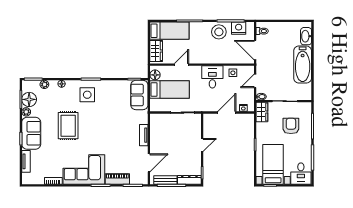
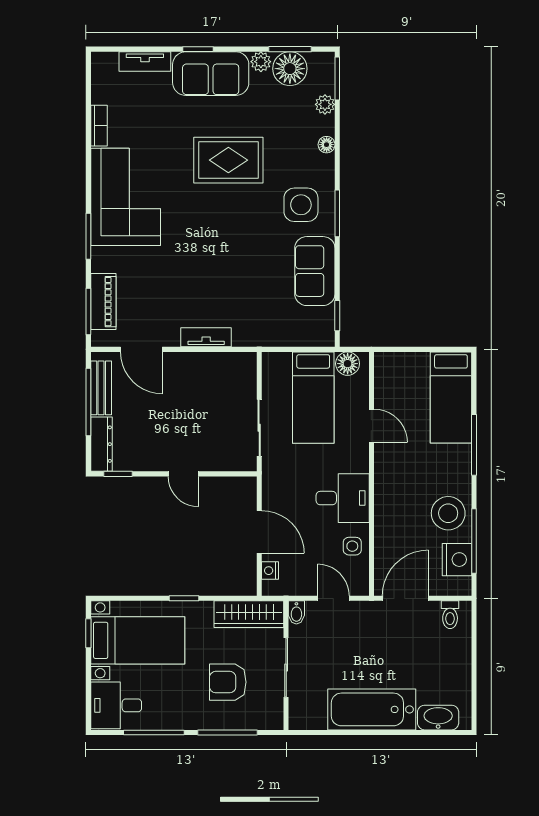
wardrobe: (156, 51) -> (404, 366), removed
sofa: (139, 95) -> (315, 271), moved, turned -90
wardrobe: (262, 112) -> (249, 614), width x1.50
armchair: (291, 126) -> (228, 682), turned 180
piano: (117, 179) -> (103, 302), moved

